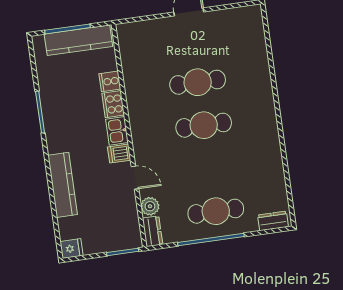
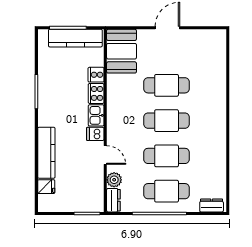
booth: (137, 48) -> (122, 51), added
cafe table: (210, 168) -> (167, 156), added
fridge: (72, 249) -> (46, 187), moved

